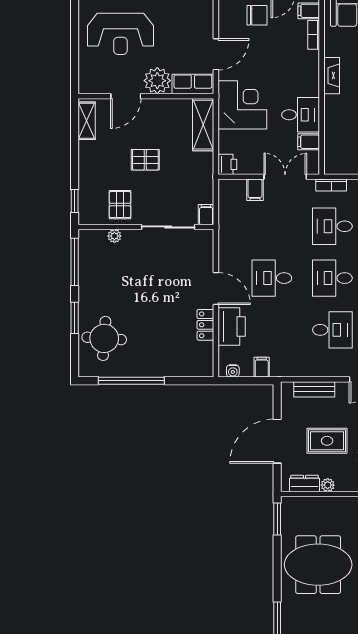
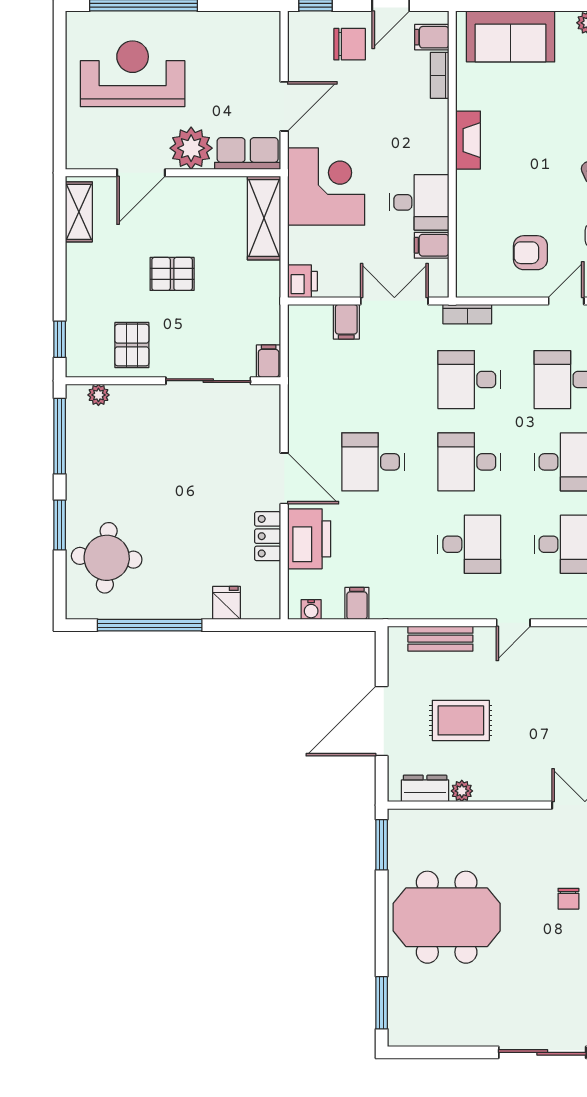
reception desk: (120, 34) -> (133, 74), turned 180
plant: (114, 236) -> (98, 395), moved
fridge: (180, 367) -> (227, 603), added

